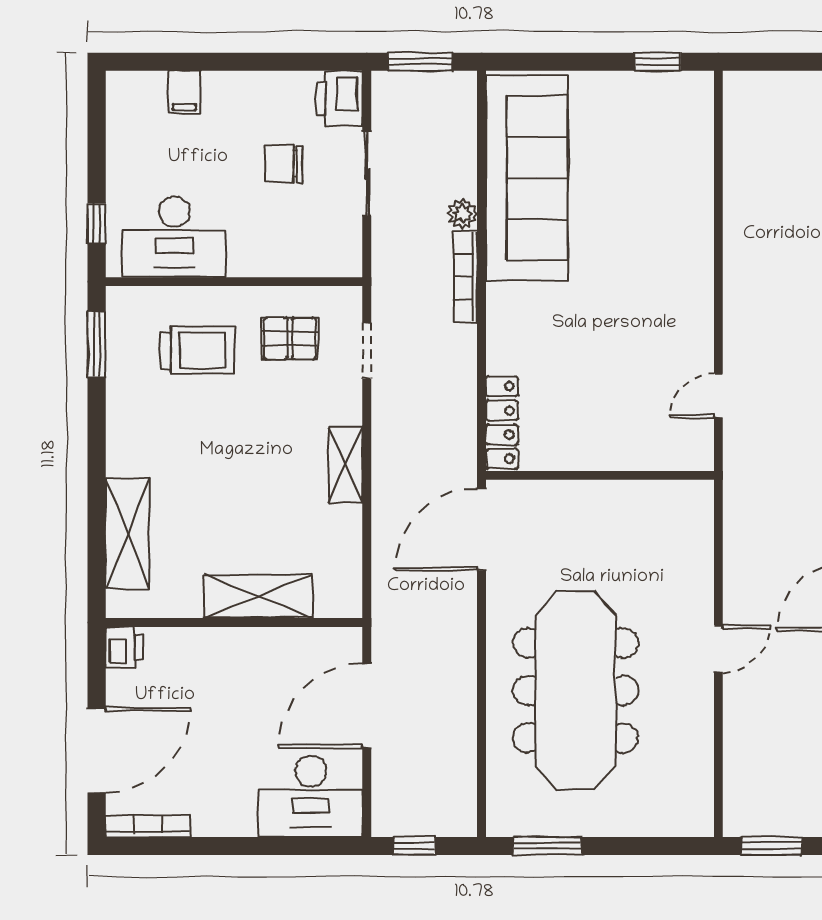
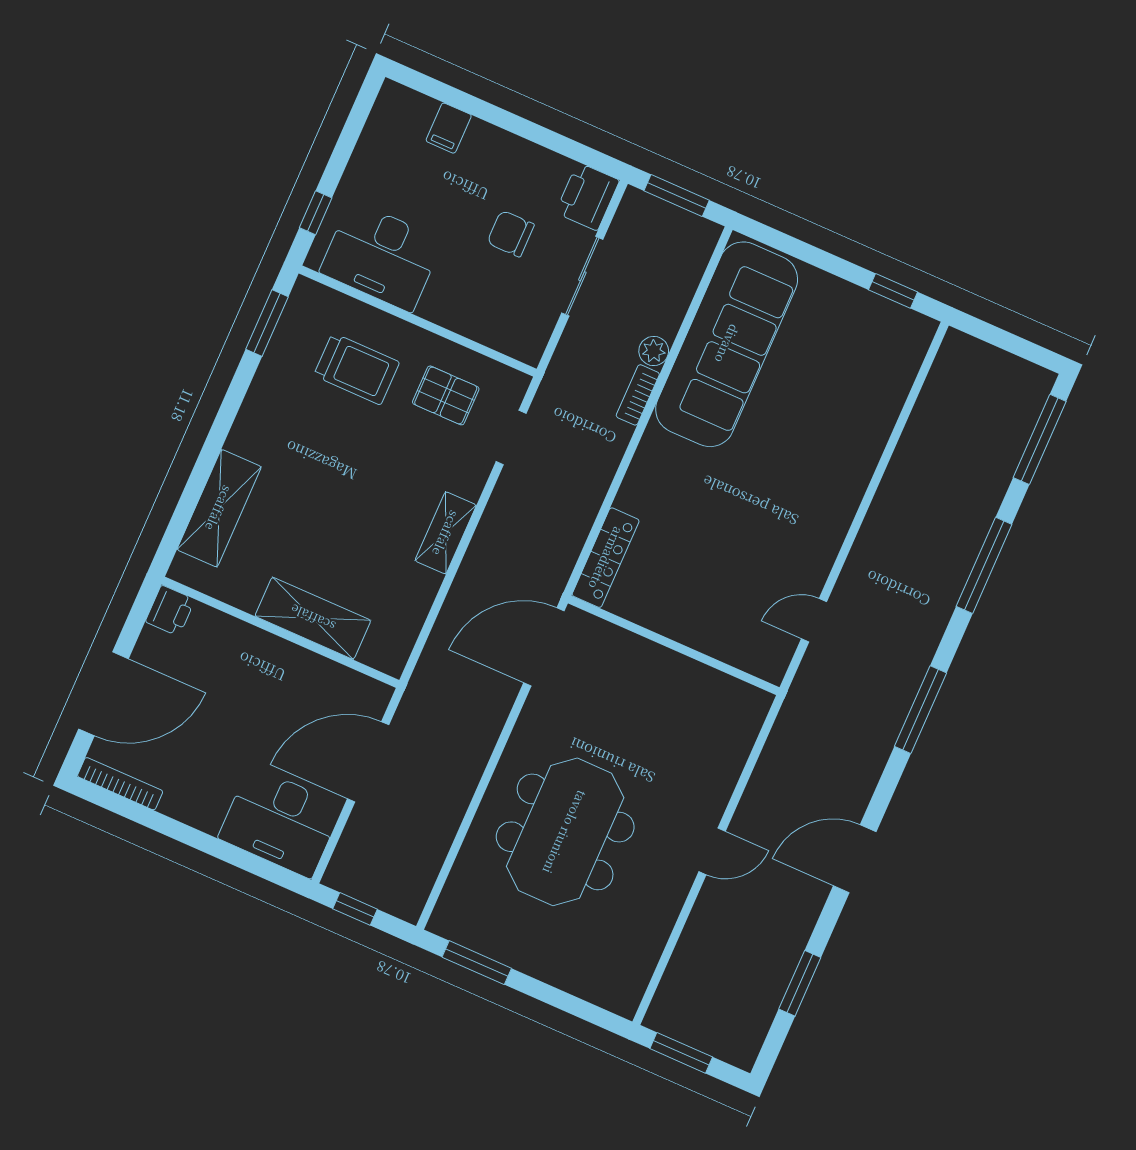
bookcase: (466, 277) -> (638, 395), width x0.64
meeting table: (576, 690) -> (565, 832), width x0.73

